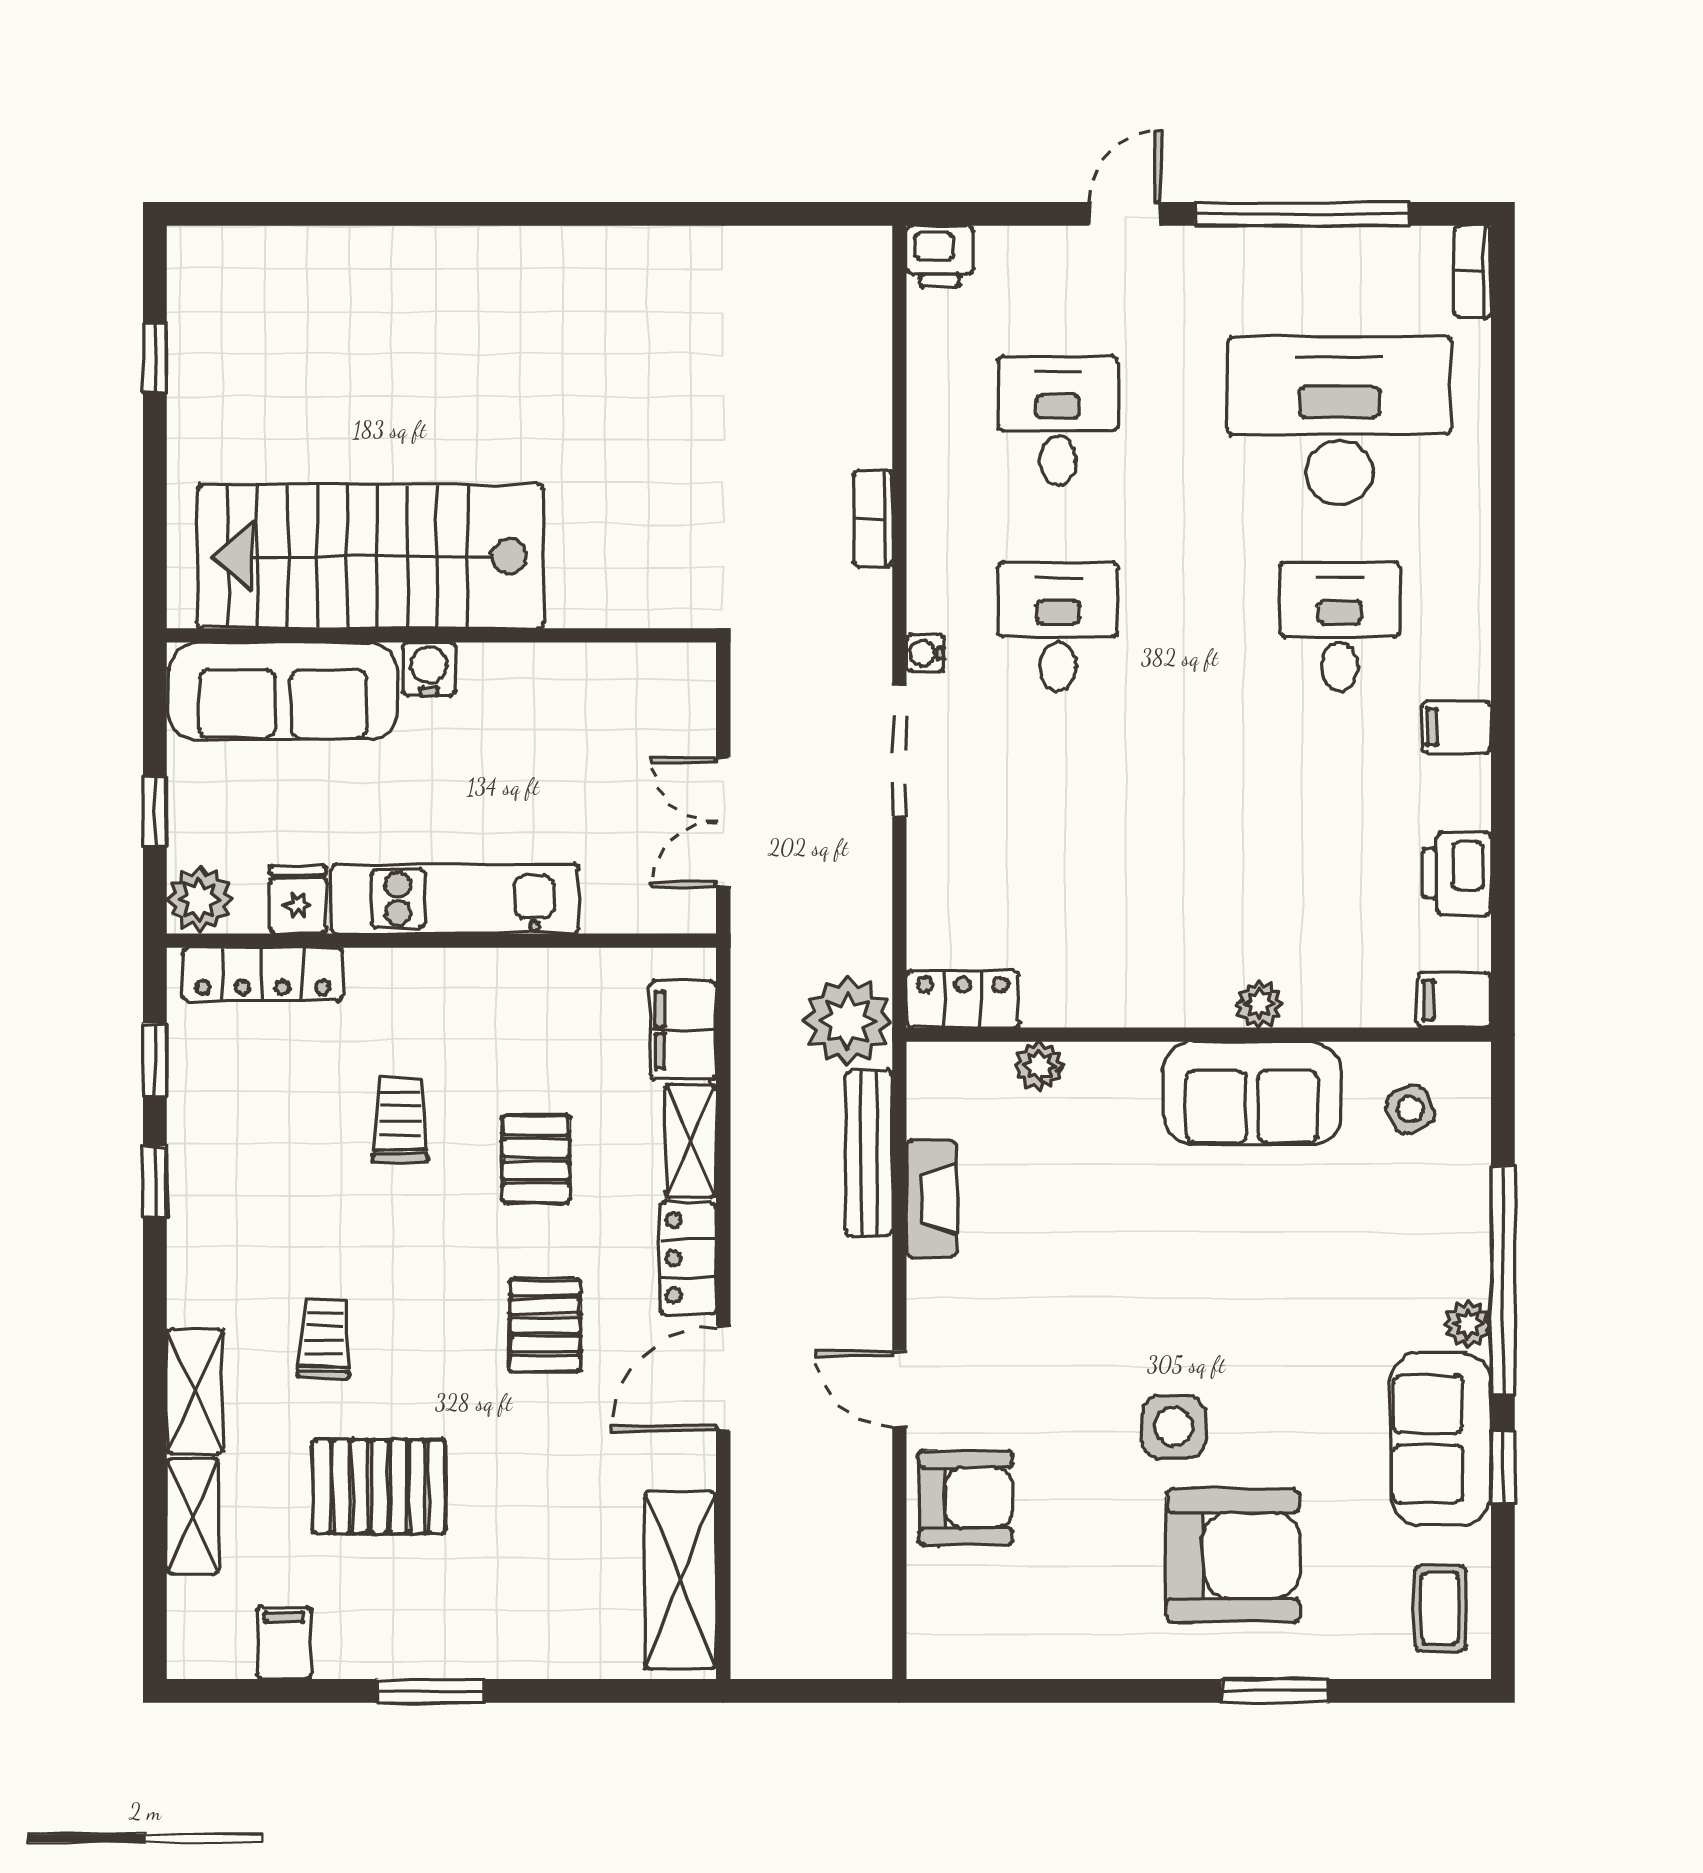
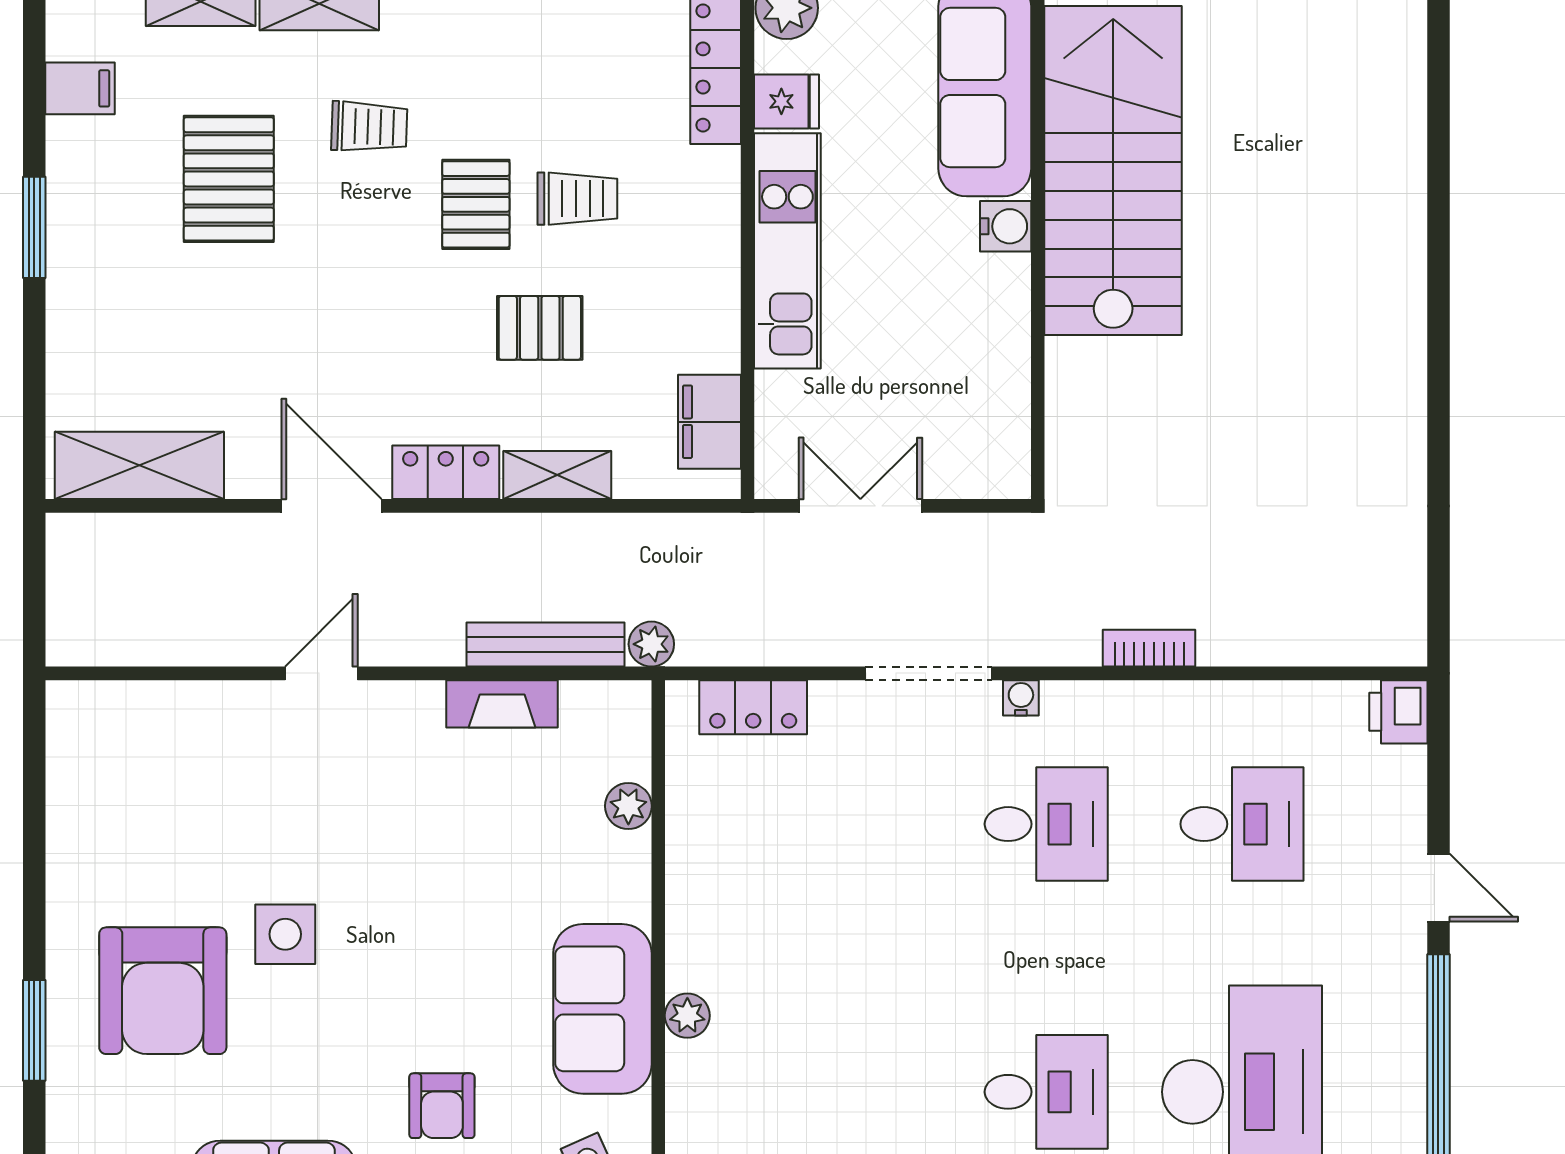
locker: (963, 999) -> (753, 707), moved, turned 90
plant: (848, 1021) -> (651, 644), width x0.53, depth x0.53
filing cabinet: (683, 1030) -> (709, 422), moved, turned -90
pallet: (545, 1325) -> (476, 204), moved, turned 90
armchair: (966, 1498) -> (442, 1106), moved, width x0.72, depth x0.72

